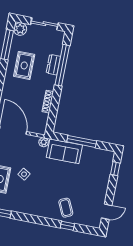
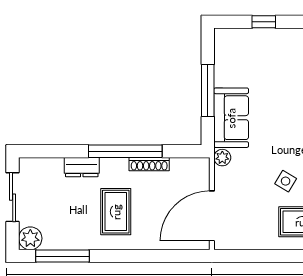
rug: (24, 65) -> (116, 212), moved, turned 90
window: (62, 65) -> (125, 151), moved
window: (115, 169) -> (264, 22), moved

